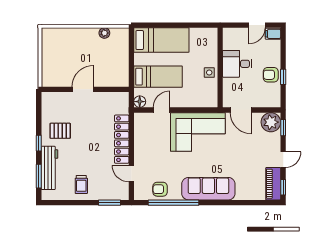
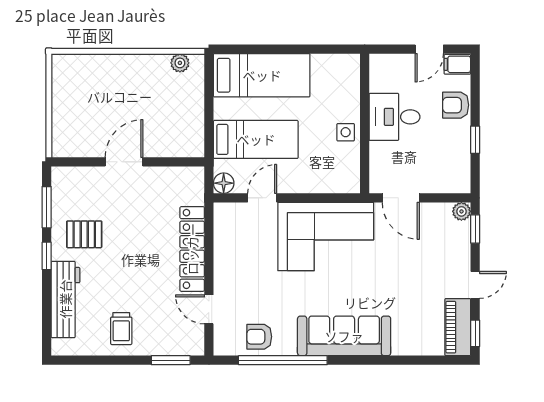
plant: (104, 33) -> (180, 63), moved
armchair: (271, 75) -> (456, 105), moved
plant: (271, 122) -> (461, 211), width x0.53, depth x0.53
window: (39, 176) -> (47, 207), moved

